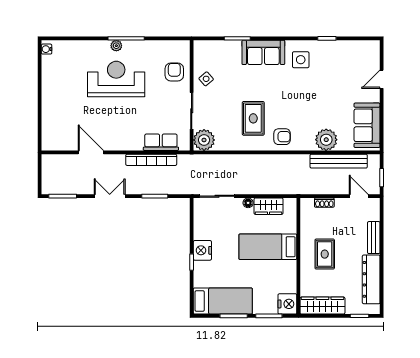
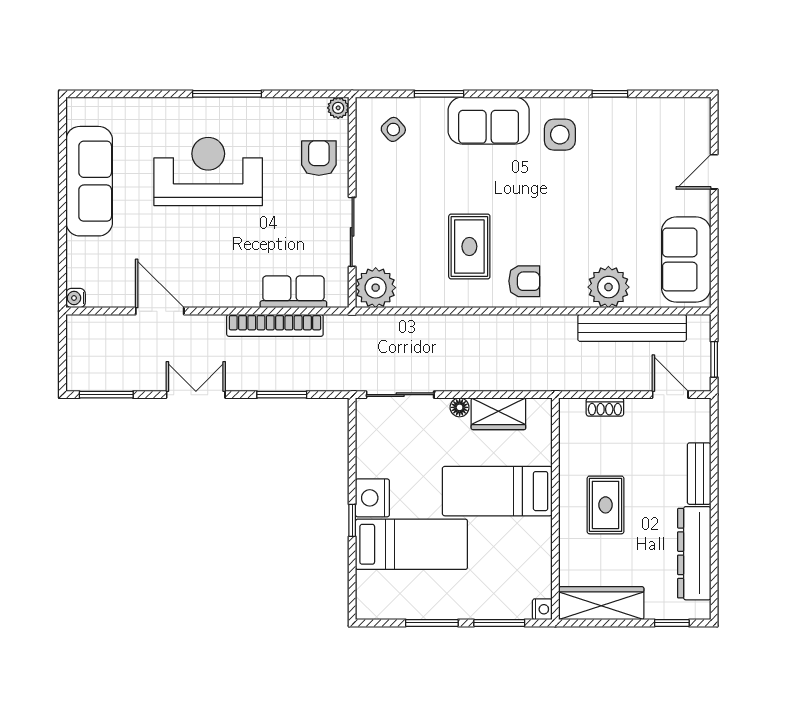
plant: (116, 46) -> (338, 108), moved
water cooler: (47, 49) -> (76, 298), moved
side table: (206, 79) -> (393, 129), moved
sofa: (54, 84) -> (89, 181), added
bed: (223, 301) -> (411, 544), moved
nightstand: (287, 304) -> (542, 609), width x0.53, depth x0.56

